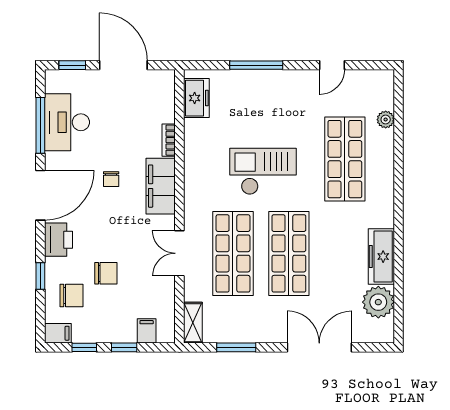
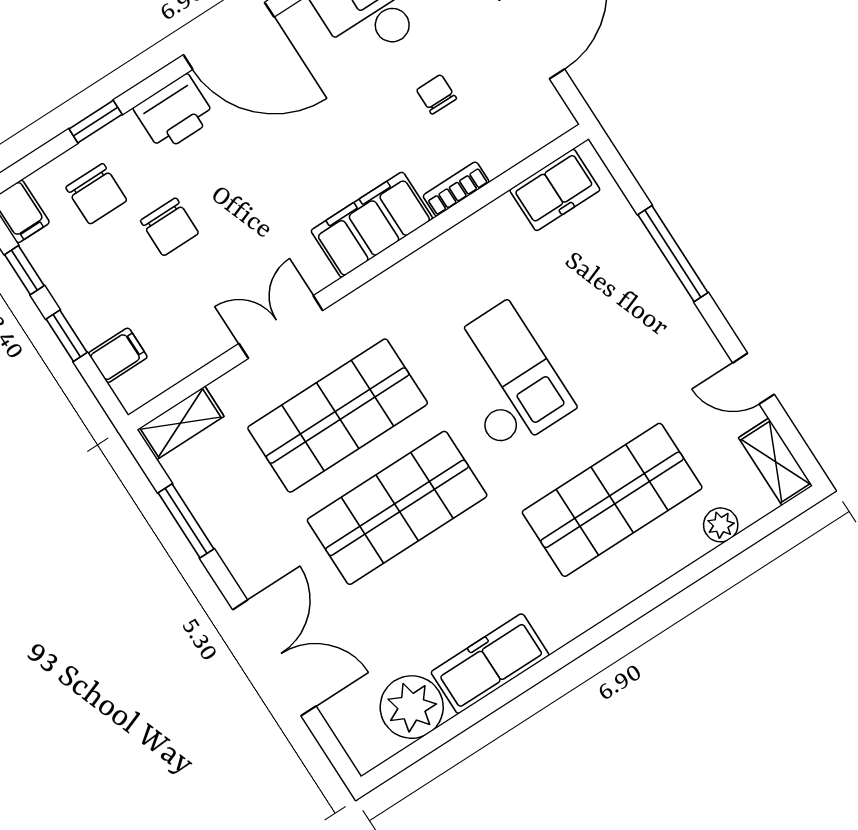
shelving: (374, 79) -> (776, 462), added
chair: (111, 179) -> (436, 94), moved, turned 90

